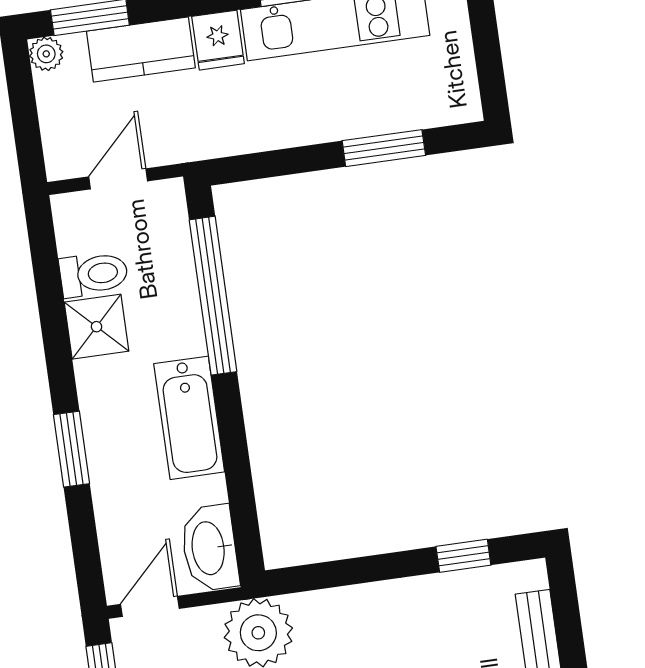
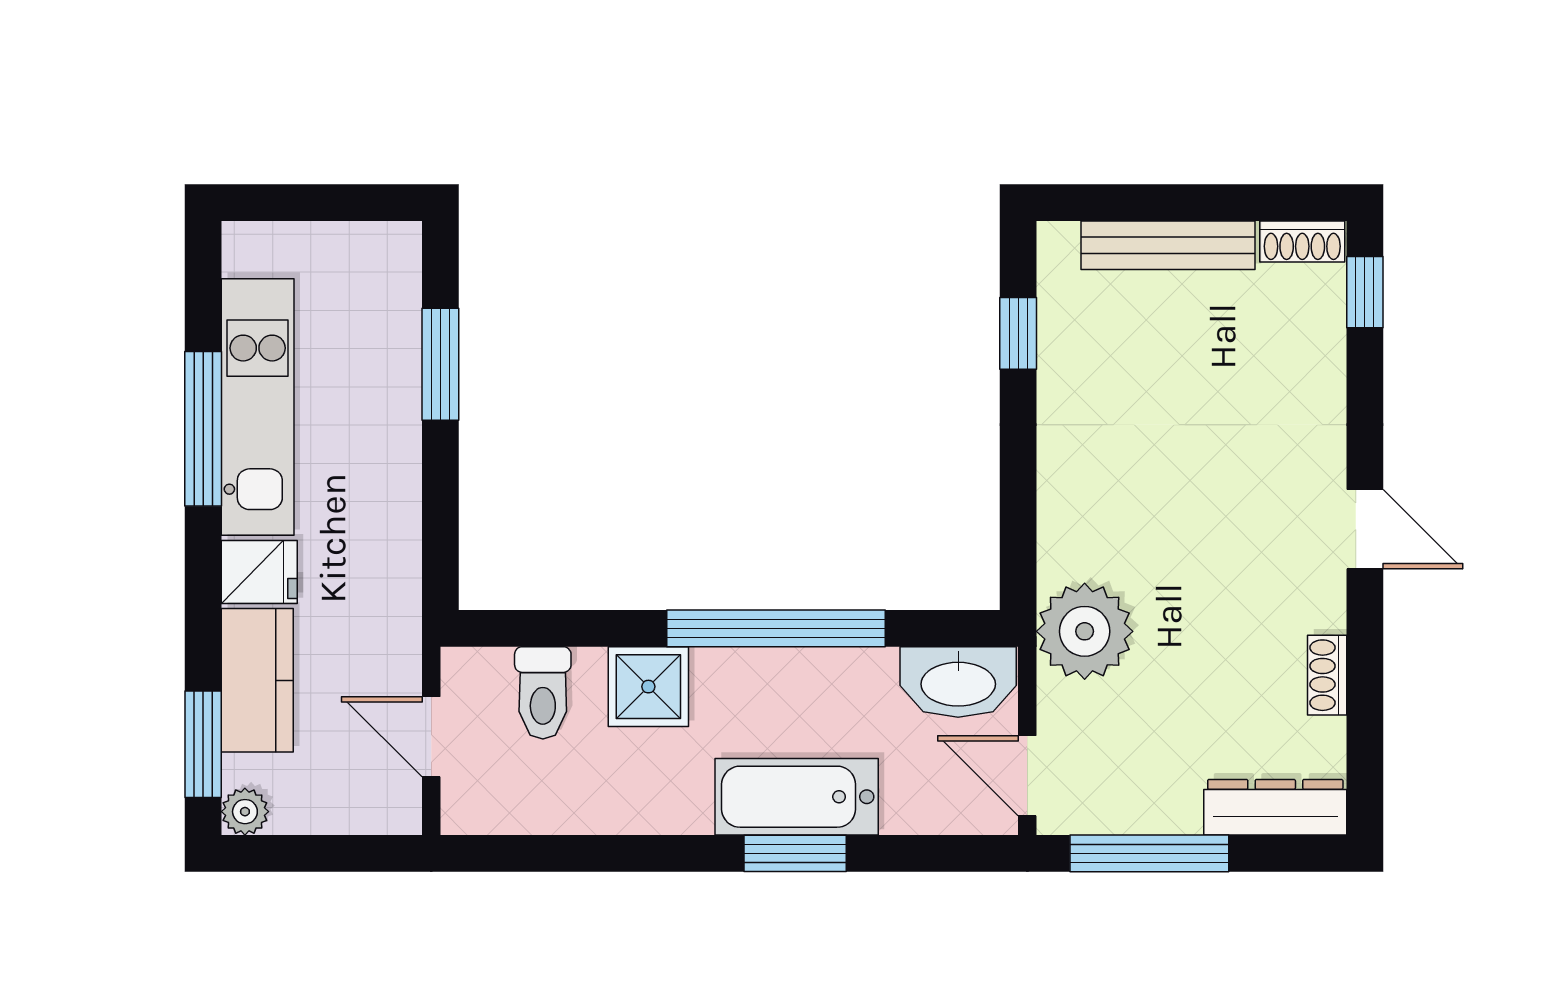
toilet: (94, 274) -> (543, 693), moved, turned 180
window: (213, 296) -> (776, 628), moved
shower: (97, 327) -> (648, 687), moved
bathtub: (189, 418) -> (797, 797), moved, turned 180

